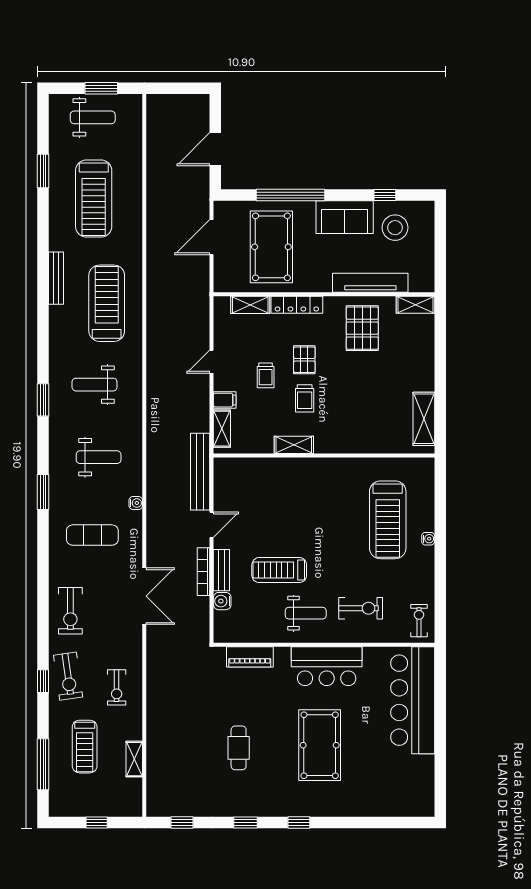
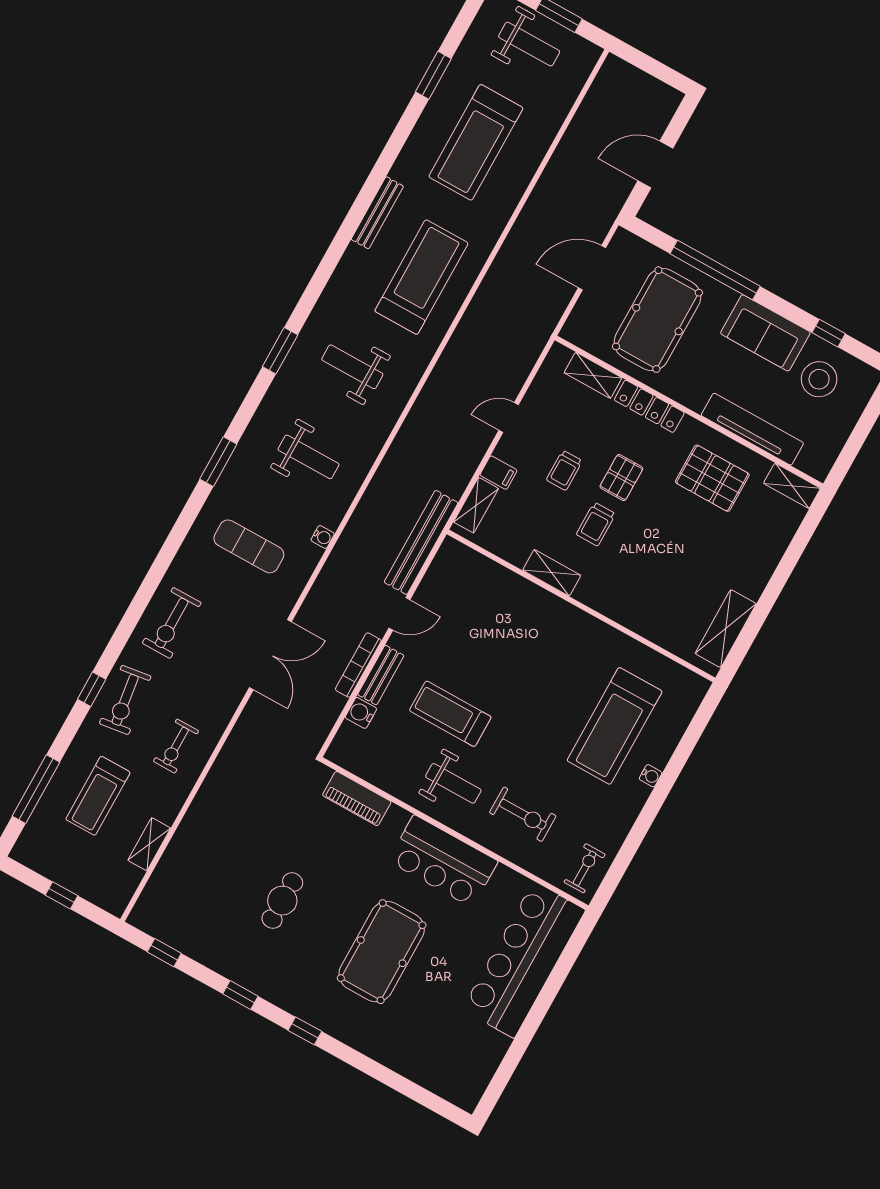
pallet: (362, 328) -> (712, 478), turned 90

